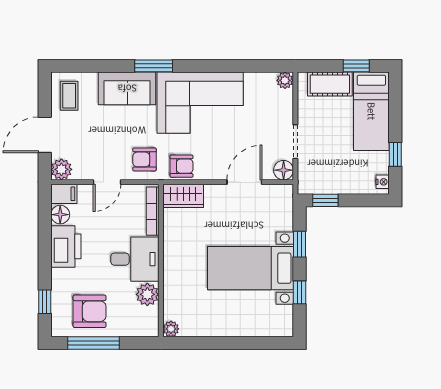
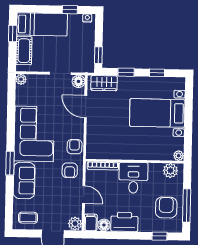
wardrobe: (183, 196) -> (104, 83), moved, turned 90
bed with nightstands: (251, 268) -> (157, 113), moved, turned 90
plant: (147, 294) -> (170, 171), moved

